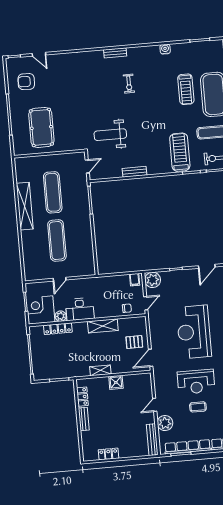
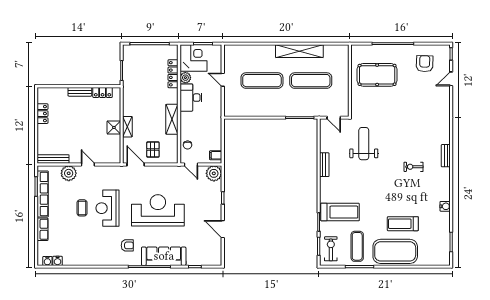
shelving: (100, 370) -> (127, 127), moved

